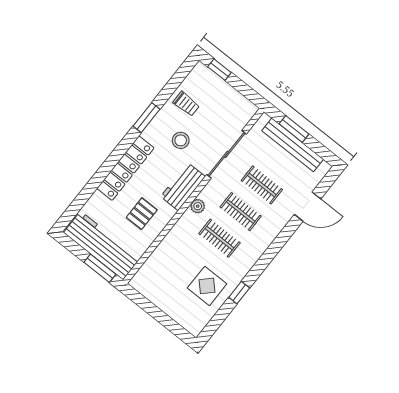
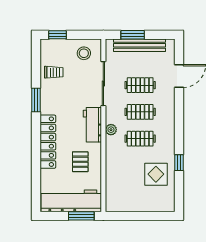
stool: (181, 140) -> (84, 53), moved

